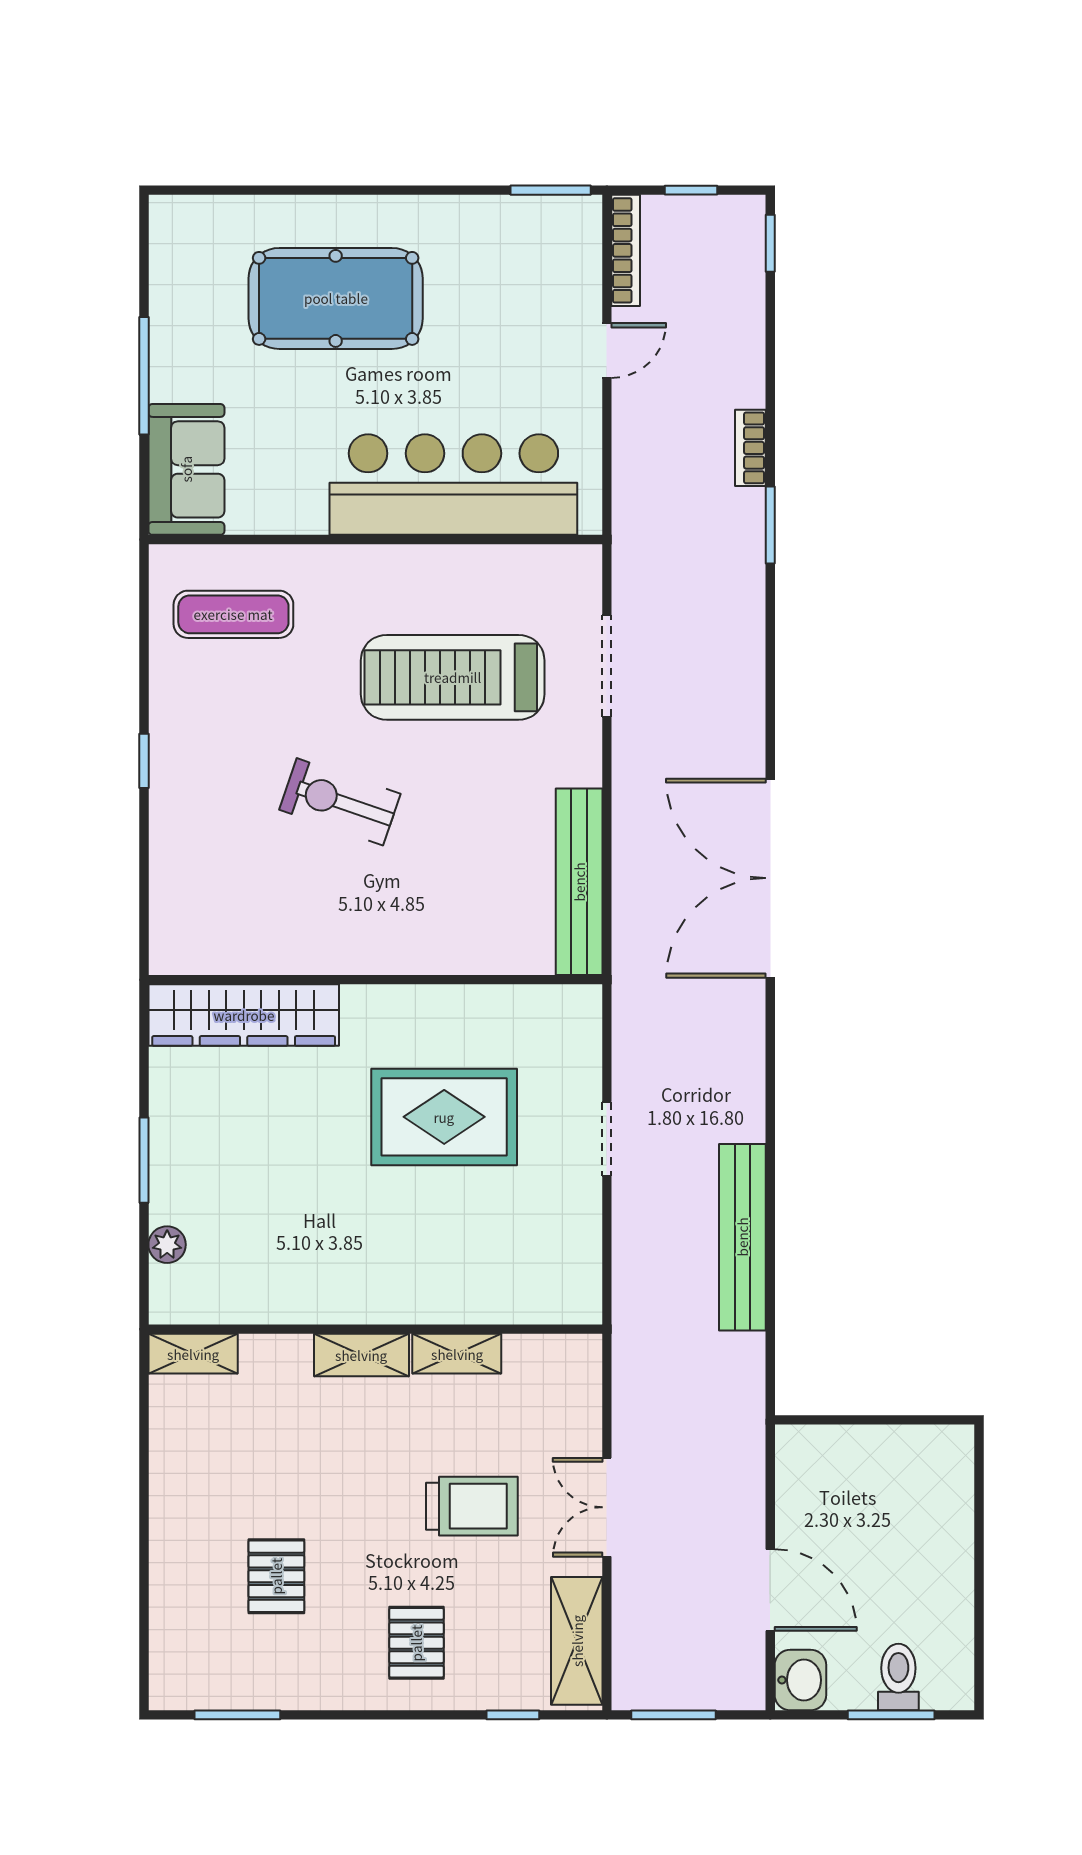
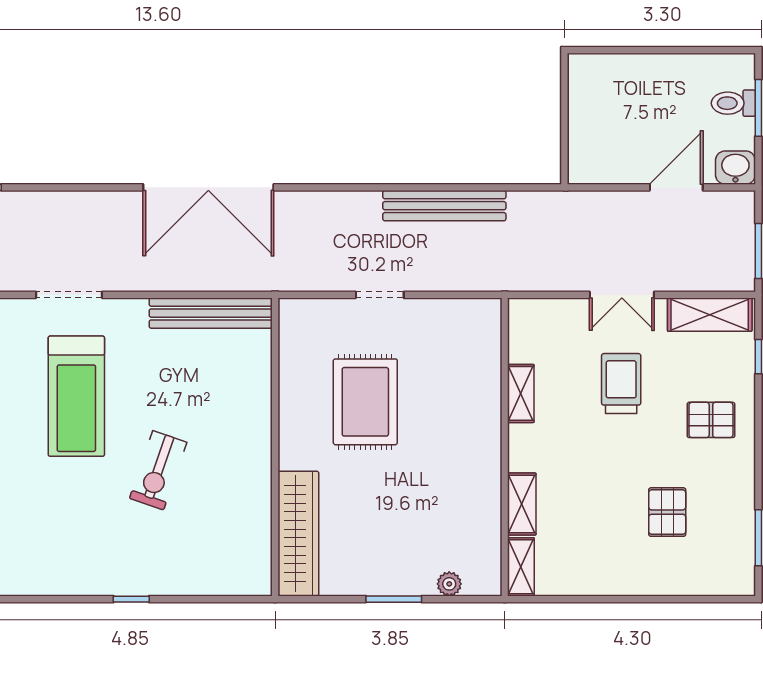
exercise mat: (233, 614) -> (35, 540), removed
shelving: (361, 1355) -> (522, 504), moved
pallet: (276, 1576) -> (667, 512), turned 90

